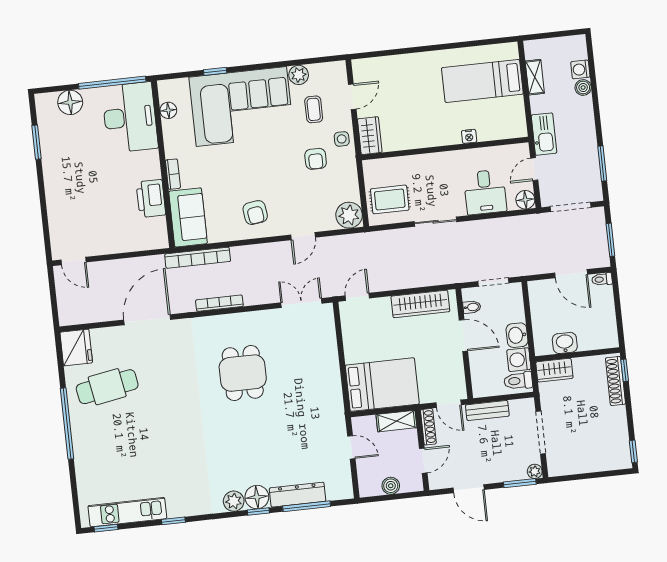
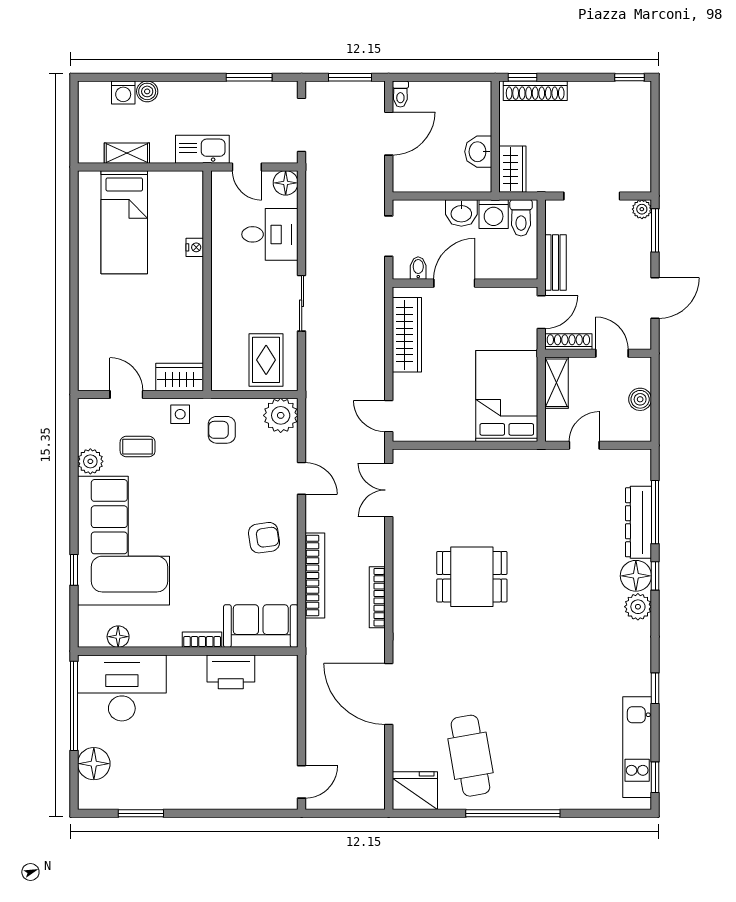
armchair: (316, 159) -> (222, 430), moved, turned 180
bookcase: (198, 258) -> (315, 575), moved

